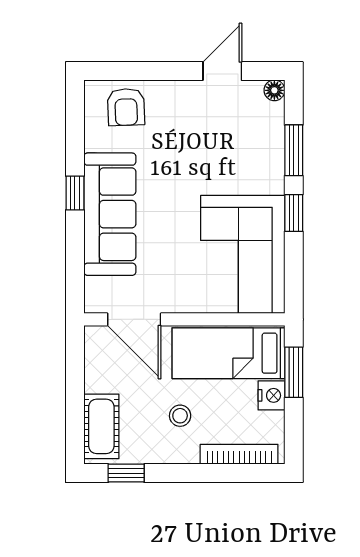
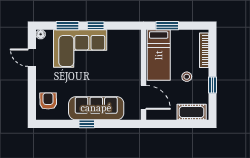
armchair: (126, 107) -> (48, 101), turned -89
corner sofa: (243, 254) -> (80, 49), moved
door: (134, 319) -> (143, 97), hinge flipped
nightstand: (271, 395) -> (178, 36), removed
window: (126, 473) -> (213, 85), moved

